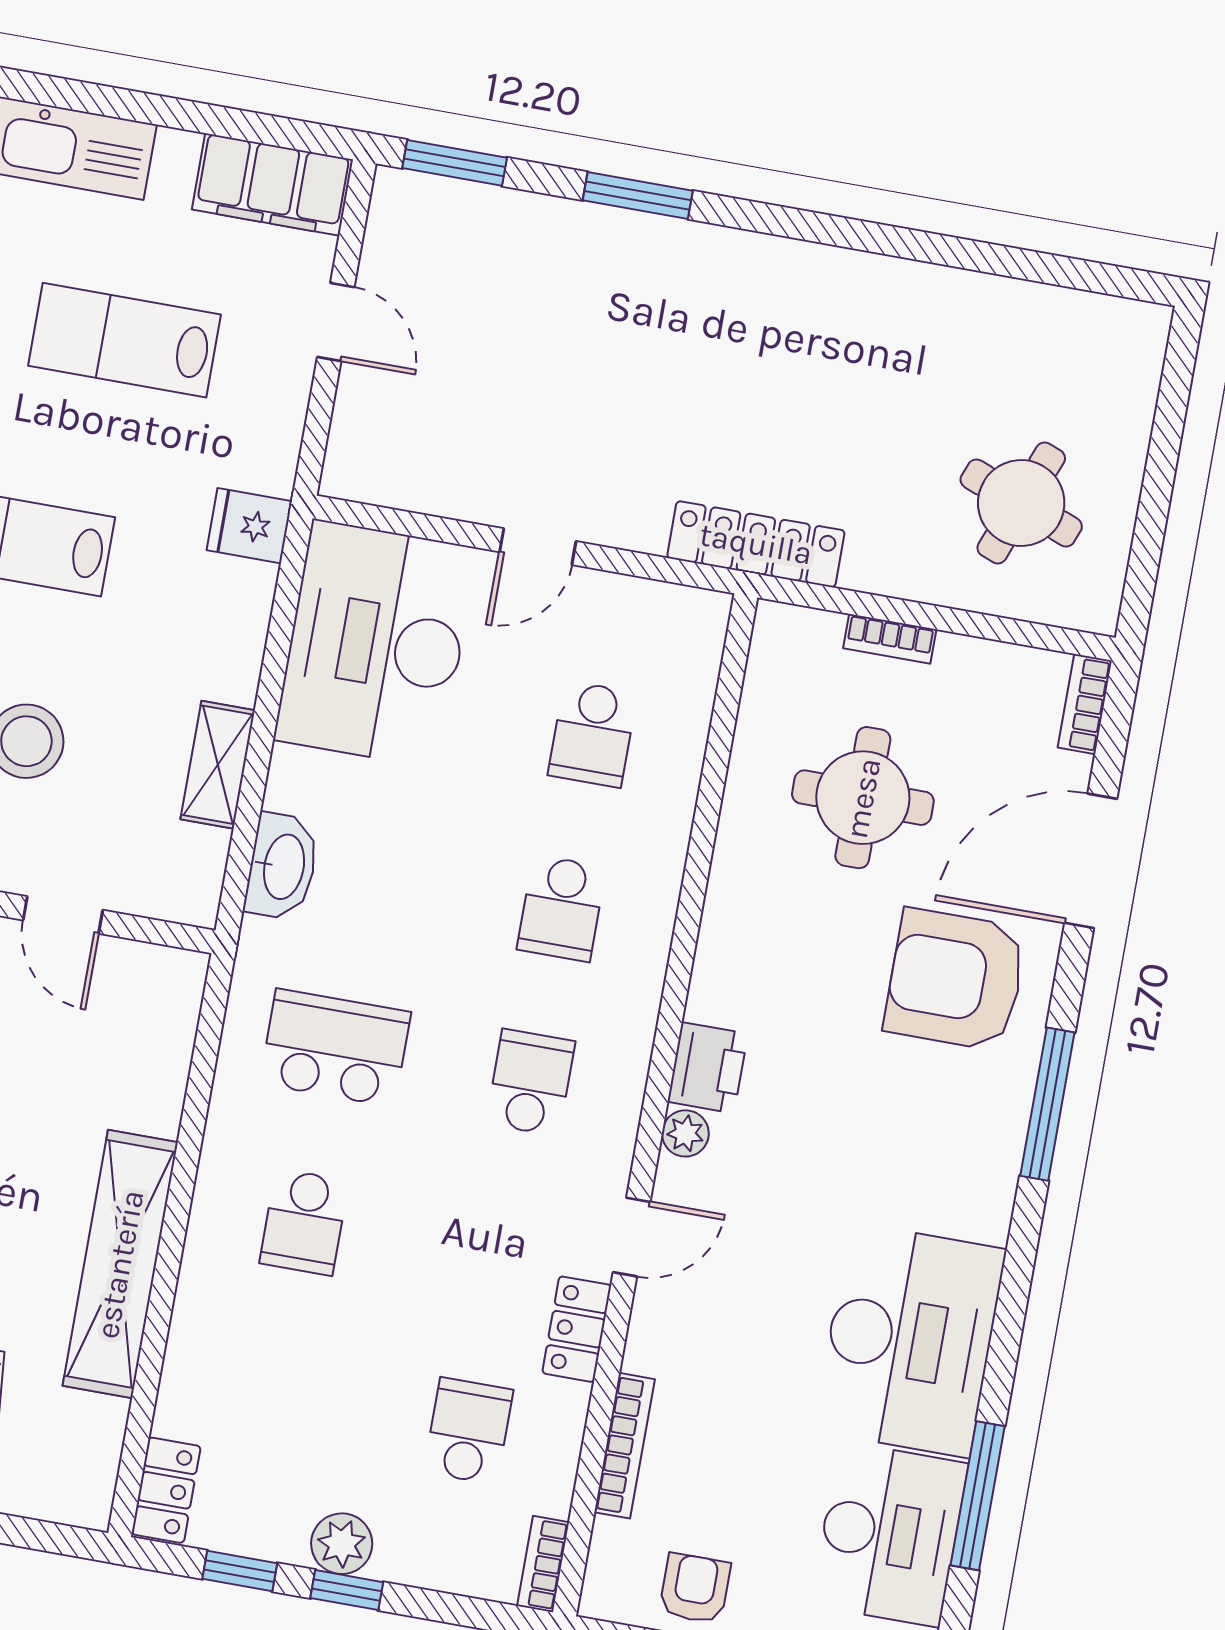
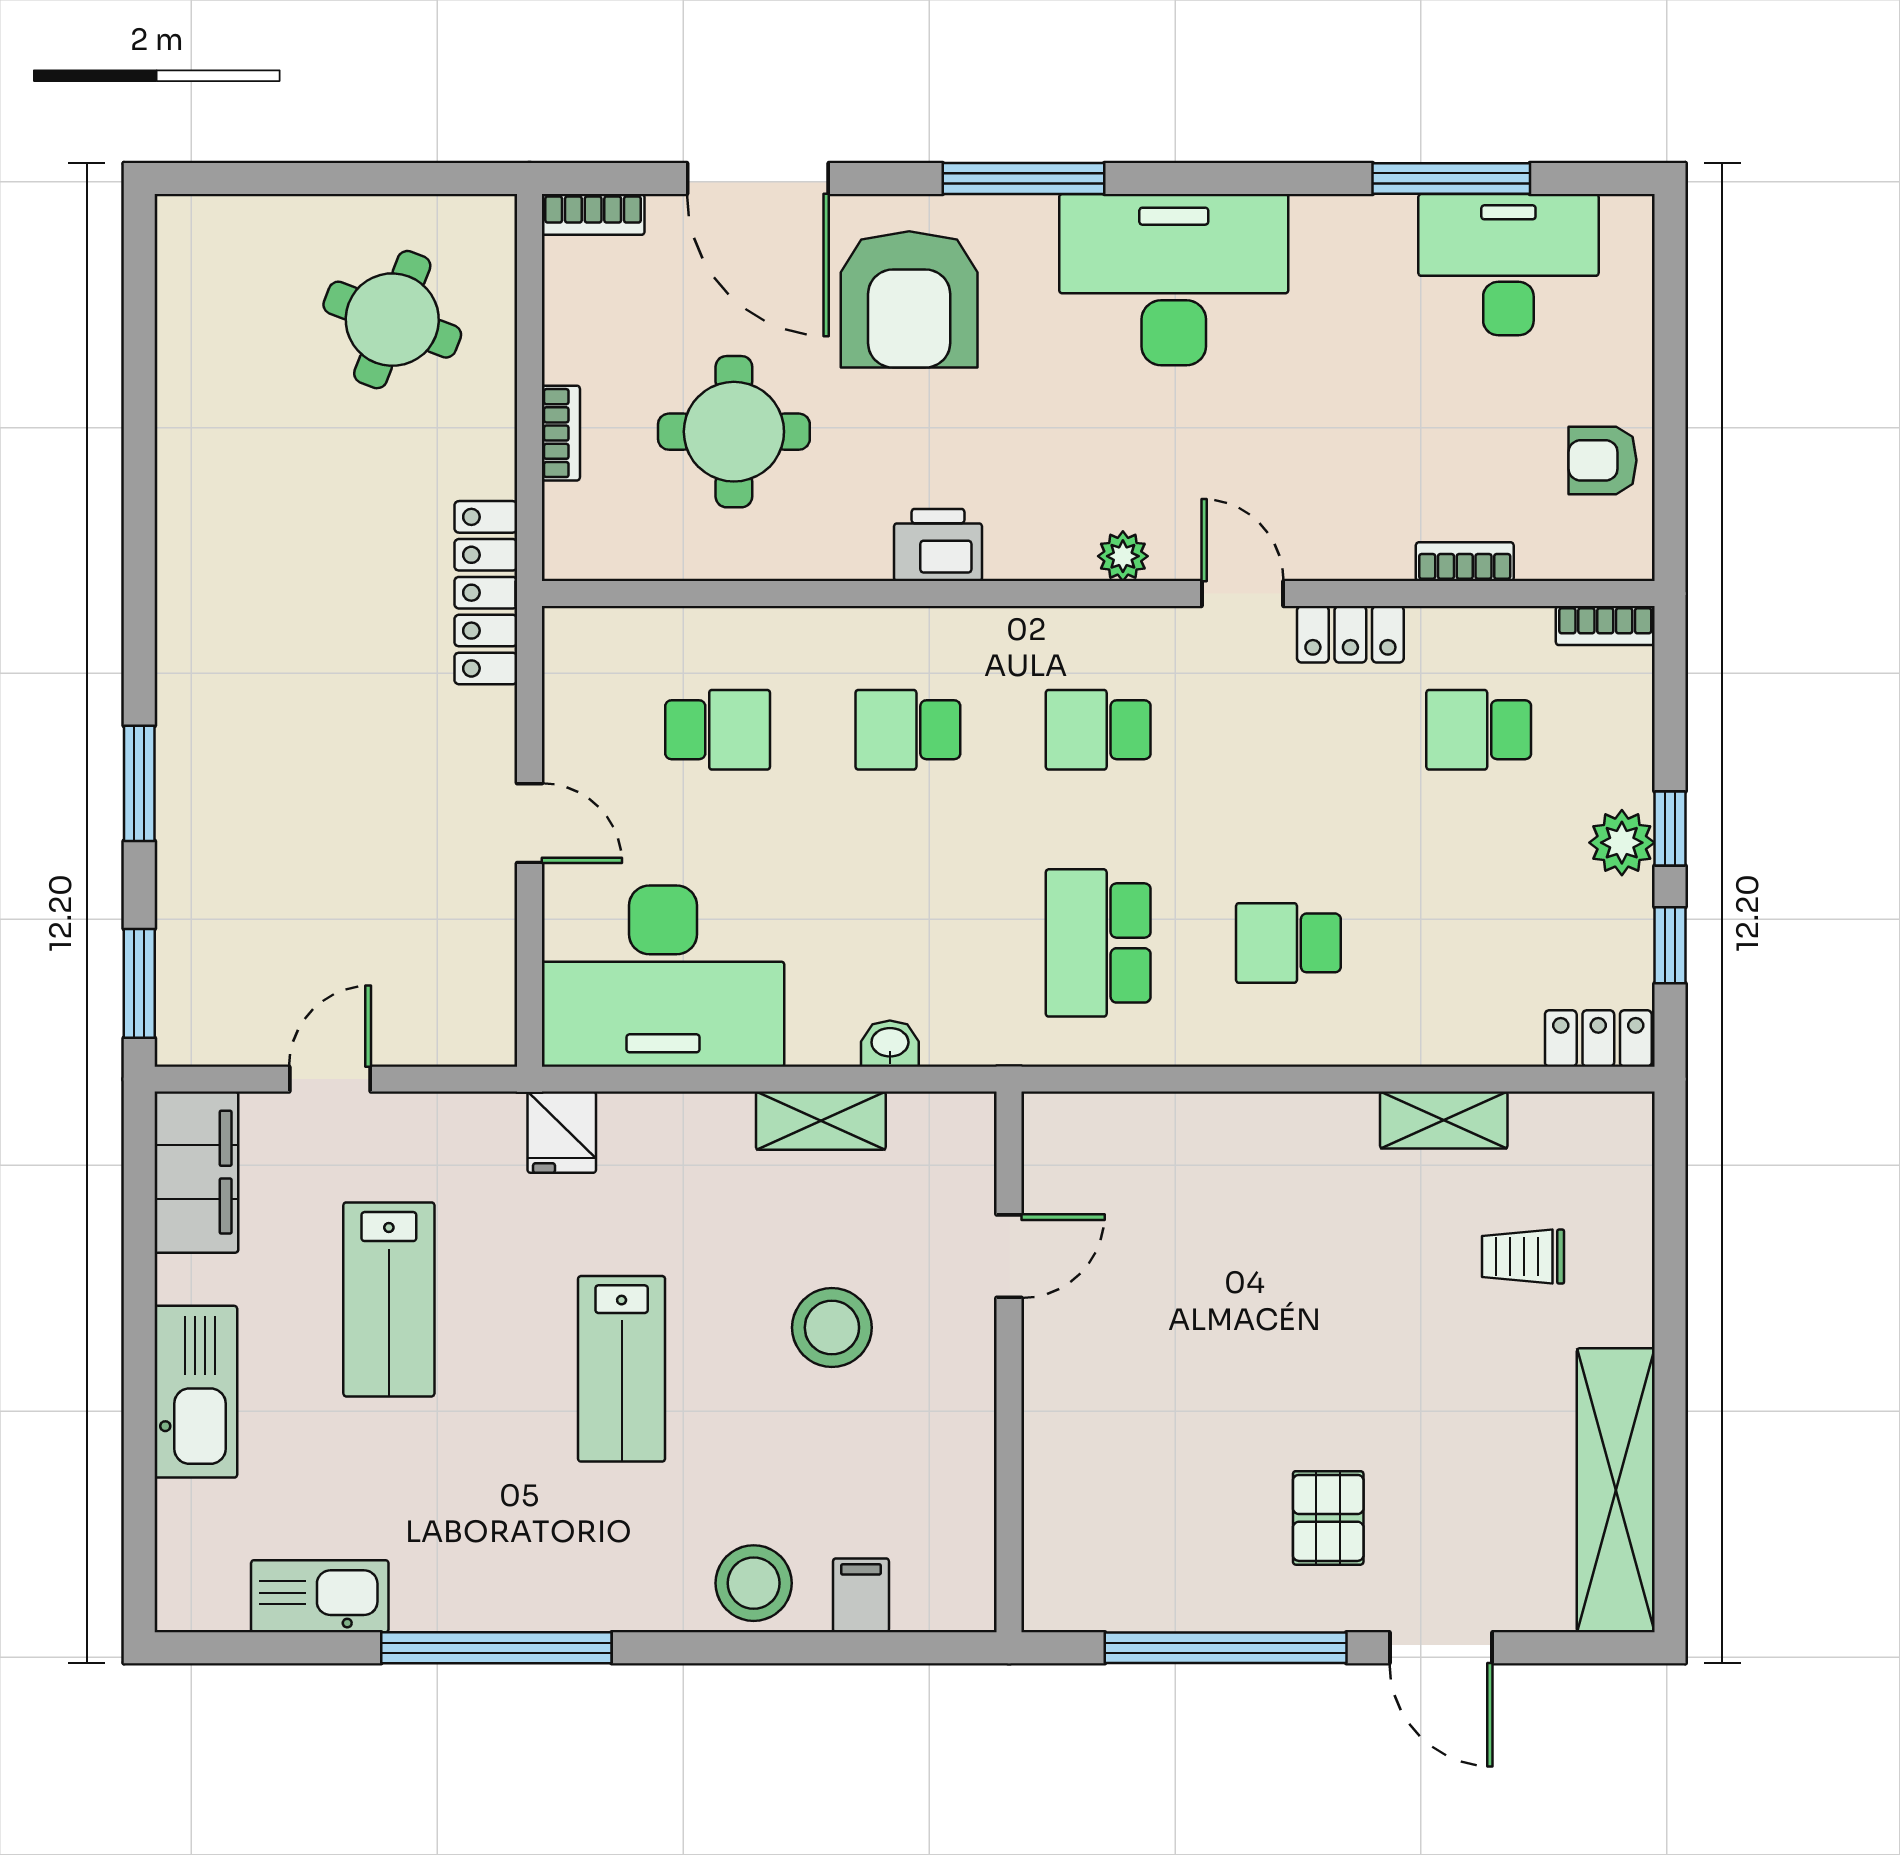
washbasin: (282, 866) -> (890, 1044), width x0.52, depth x0.69
school desk: (562, 908) -> (908, 730), turned 180
printer: (708, 1068) -> (938, 545), moved
school desk: (304, 1222) -> (1288, 943), turned 180
shelving: (120, 1264) -> (1444, 1120), width x0.45, depth x0.75
desk: (910, 1340) -> (1174, 280), moved
bookcase: (625, 1446) -> (1465, 562), width x0.64

